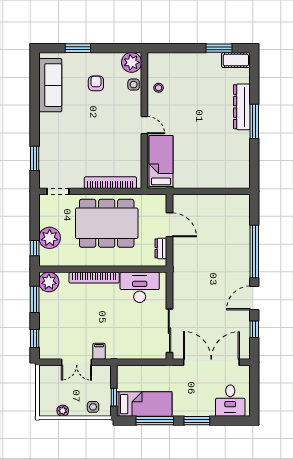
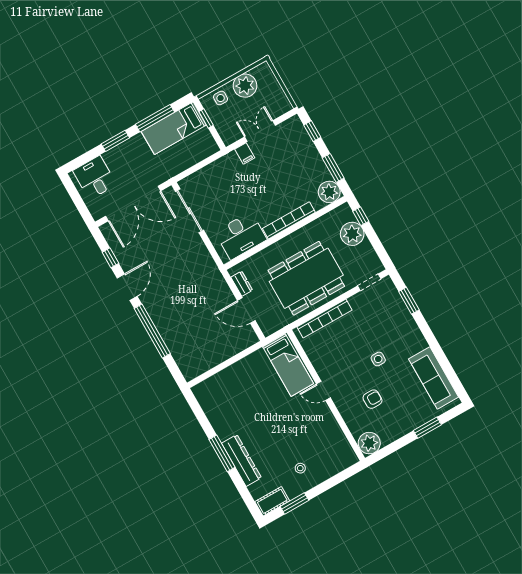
armchair: (96, 83) -> (372, 399), moved, turned -90
side table: (134, 85) -> (378, 359), moved
stool: (159, 88) -> (300, 468), moved
plant: (63, 411) -> (245, 86), width x1.87, depth x1.87

